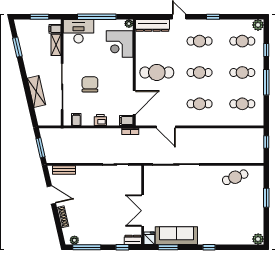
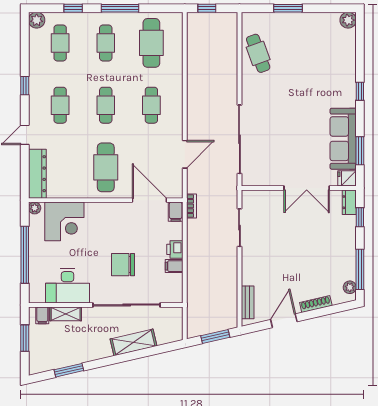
desk: (79, 31) -> (68, 286), moved, turned -90
cafe table: (242, 104) -> (151, 43), width x1.37, depth x1.35
filing cabinet: (76, 119) -> (174, 266), moved

